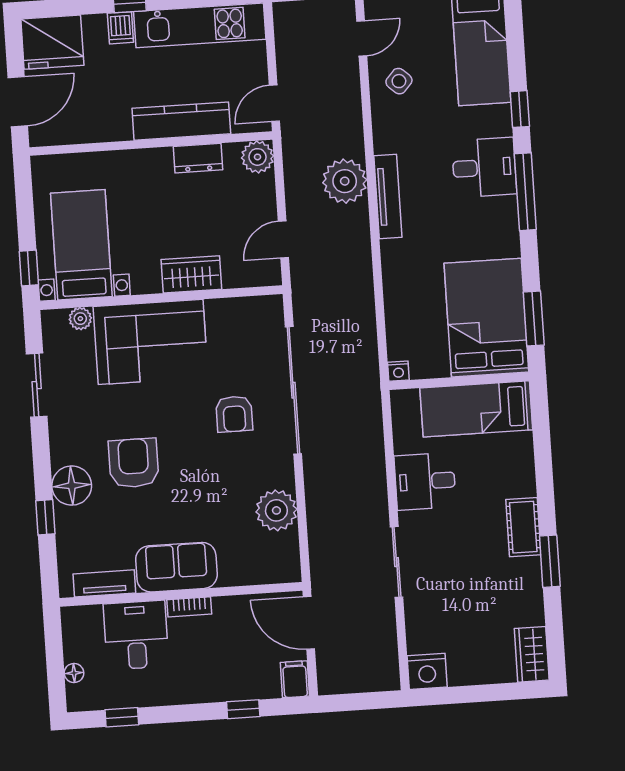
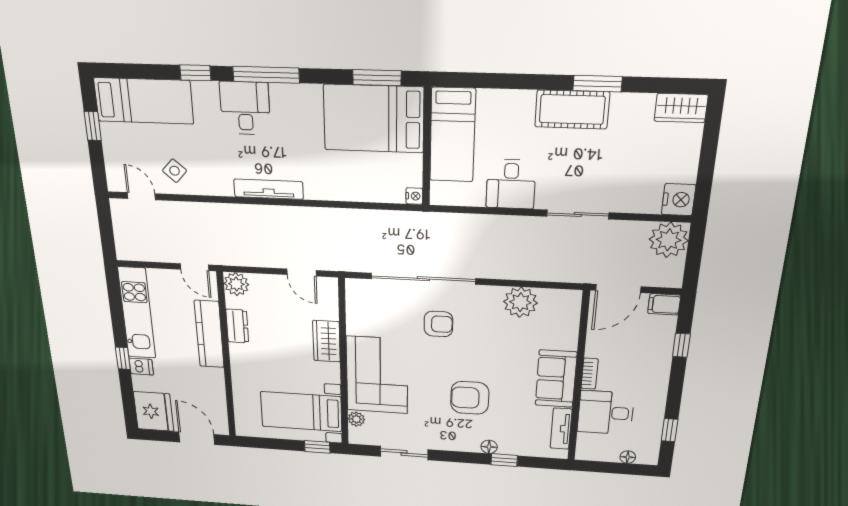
plant: (345, 181) -> (669, 240), moved
floor lamp: (72, 486) -> (489, 447), width x0.53, depth x0.53
cot: (523, 527) -> (572, 109), width x1.37, depth x1.34

